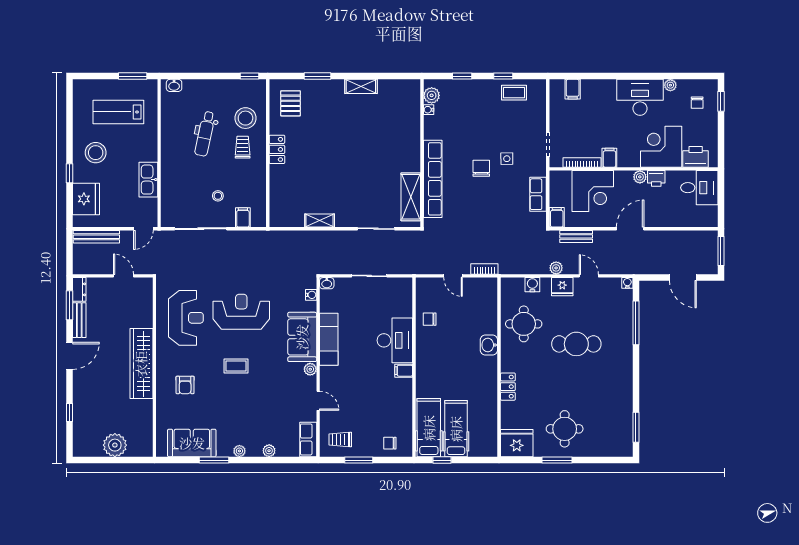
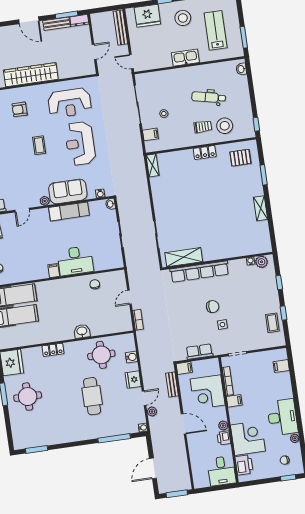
kitchen sink: (148, 180) -> (185, 58), moved
shelving: (320, 220) -> (153, 165), moved
plant: (556, 268) -> (152, 412), moved
reception desk: (241, 312) -> (80, 143), turned 180

